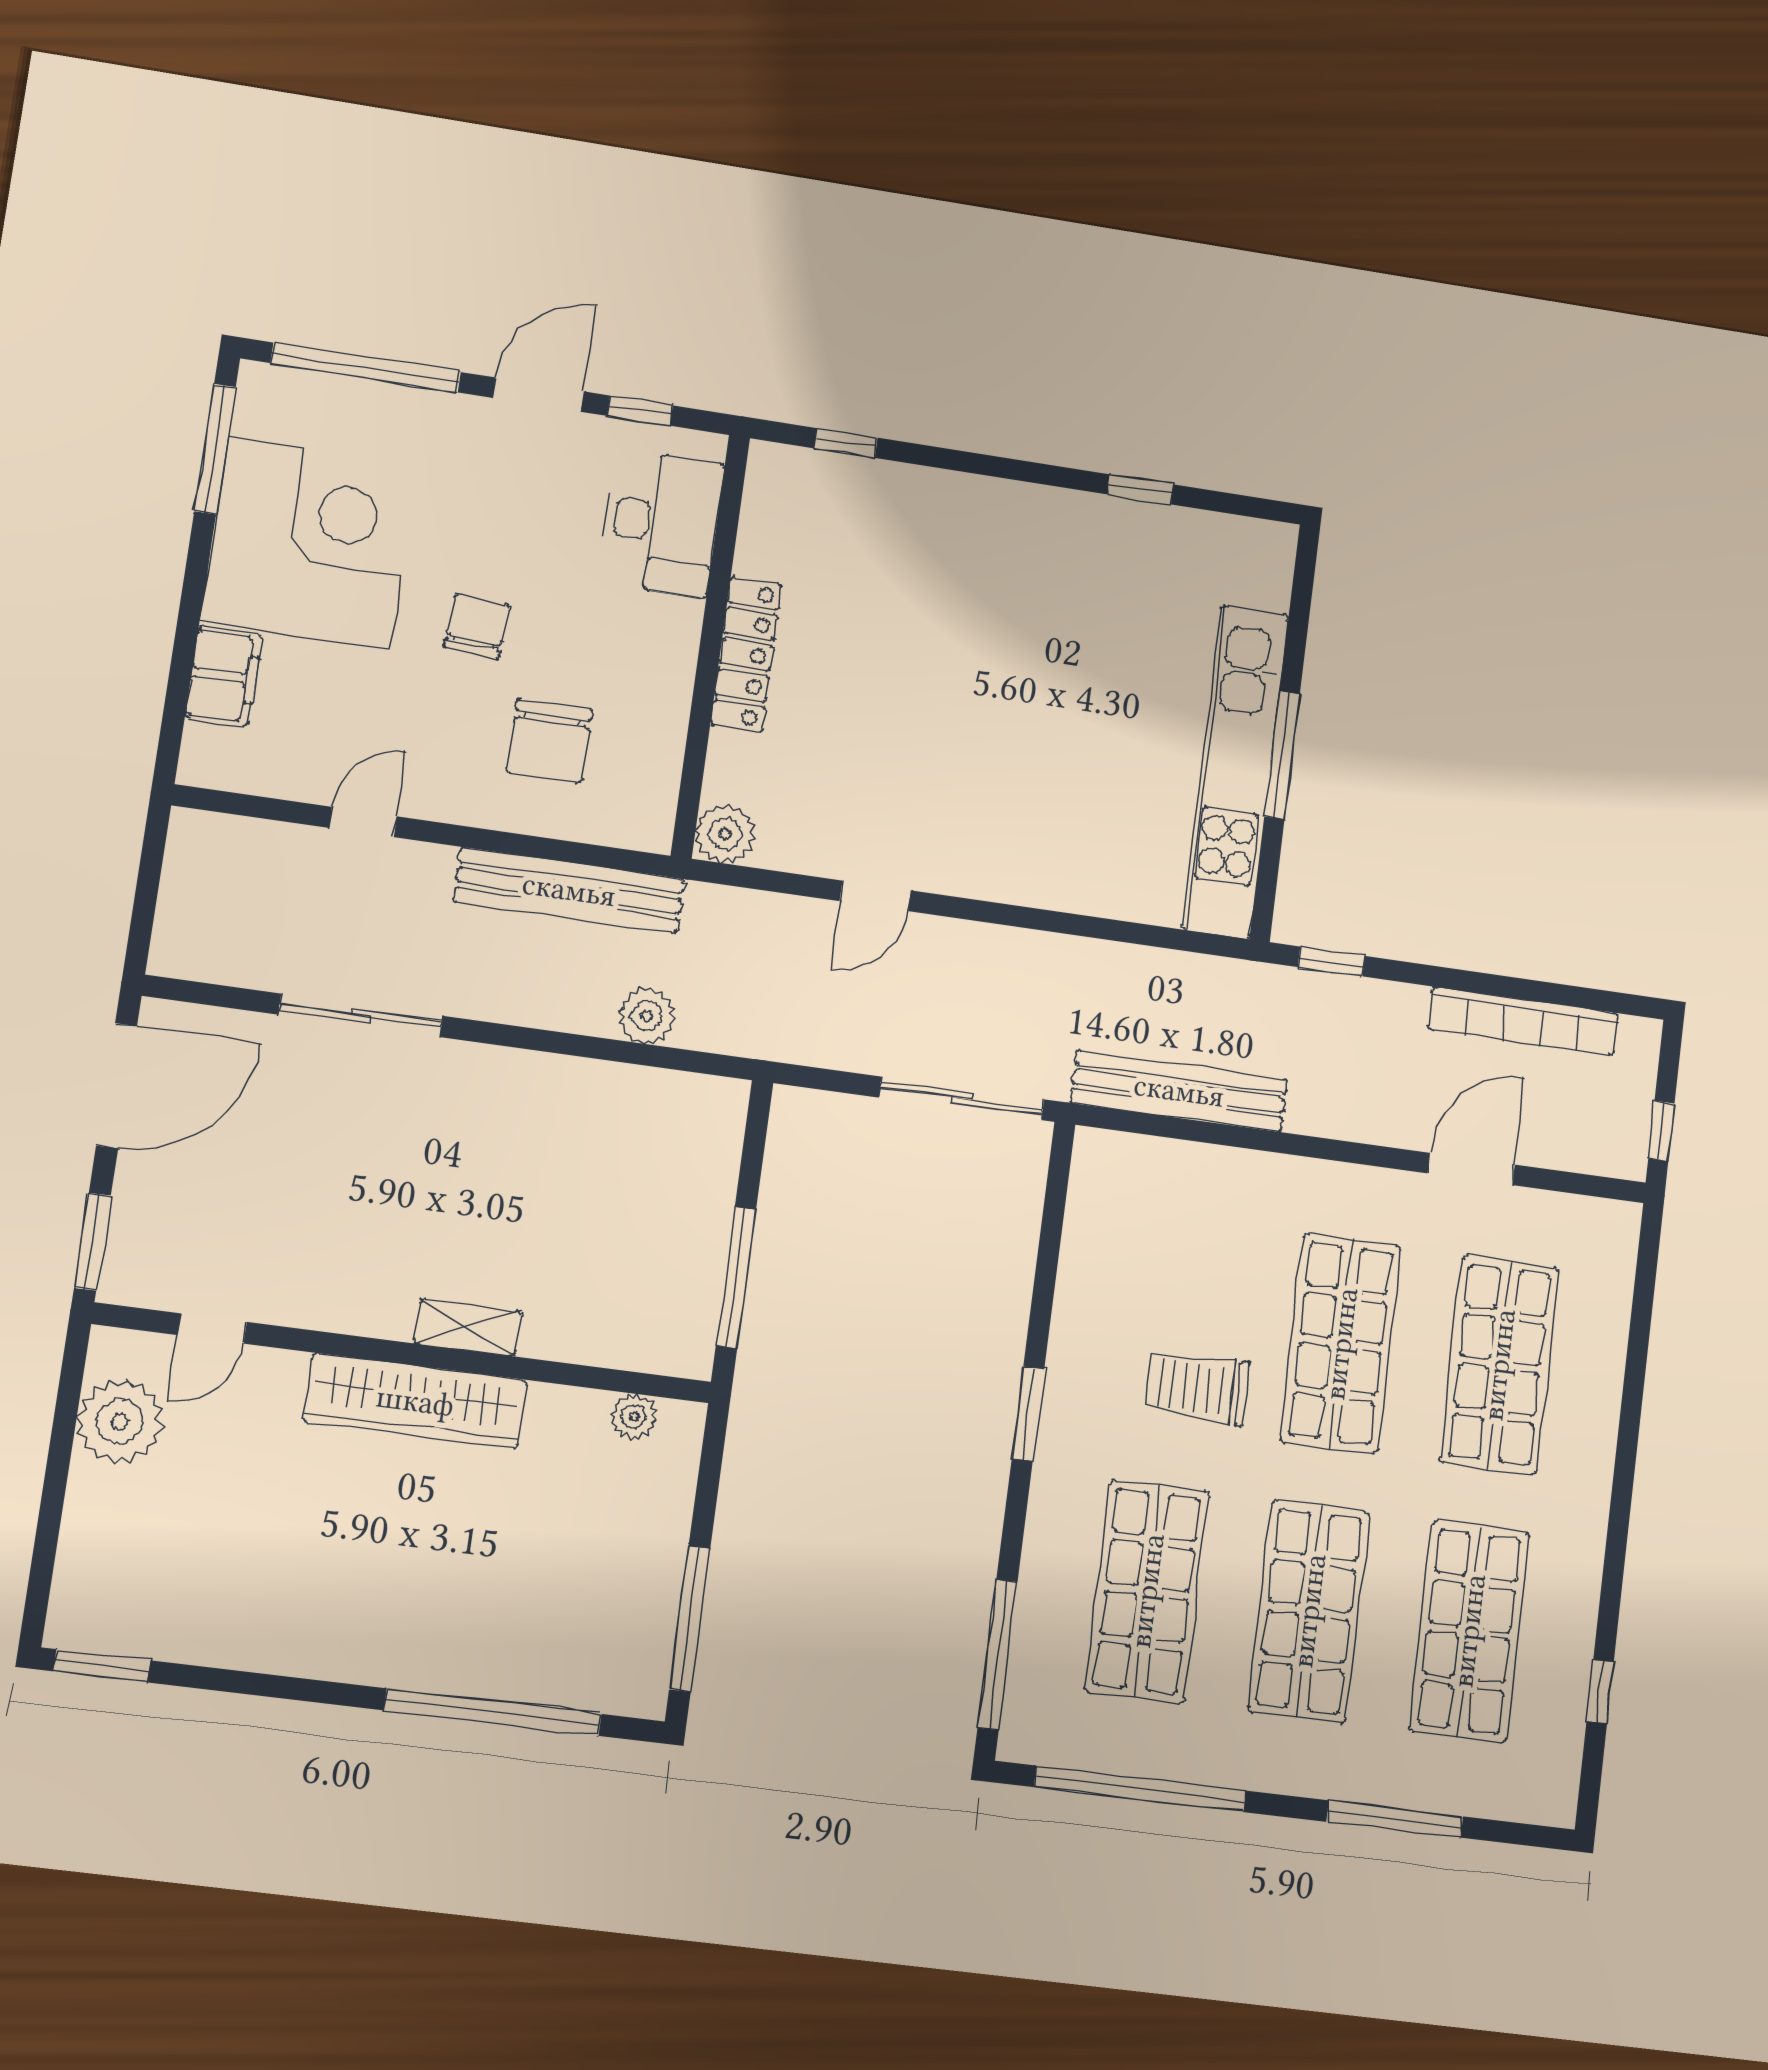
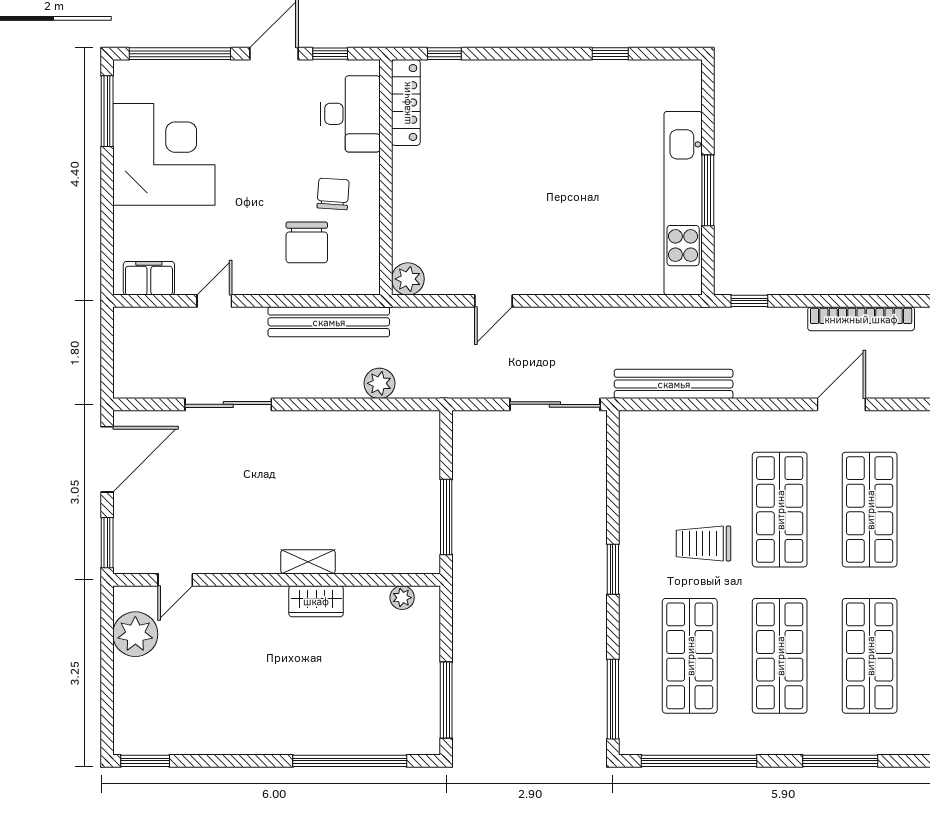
chair: (477, 626) -> (333, 194), moved
locker: (746, 655) -> (406, 103), moved
filing cabinet: (224, 676) -> (149, 278), moved, turned -90
wardrobe: (415, 1401) -> (316, 601), width x0.48, depth x0.85

